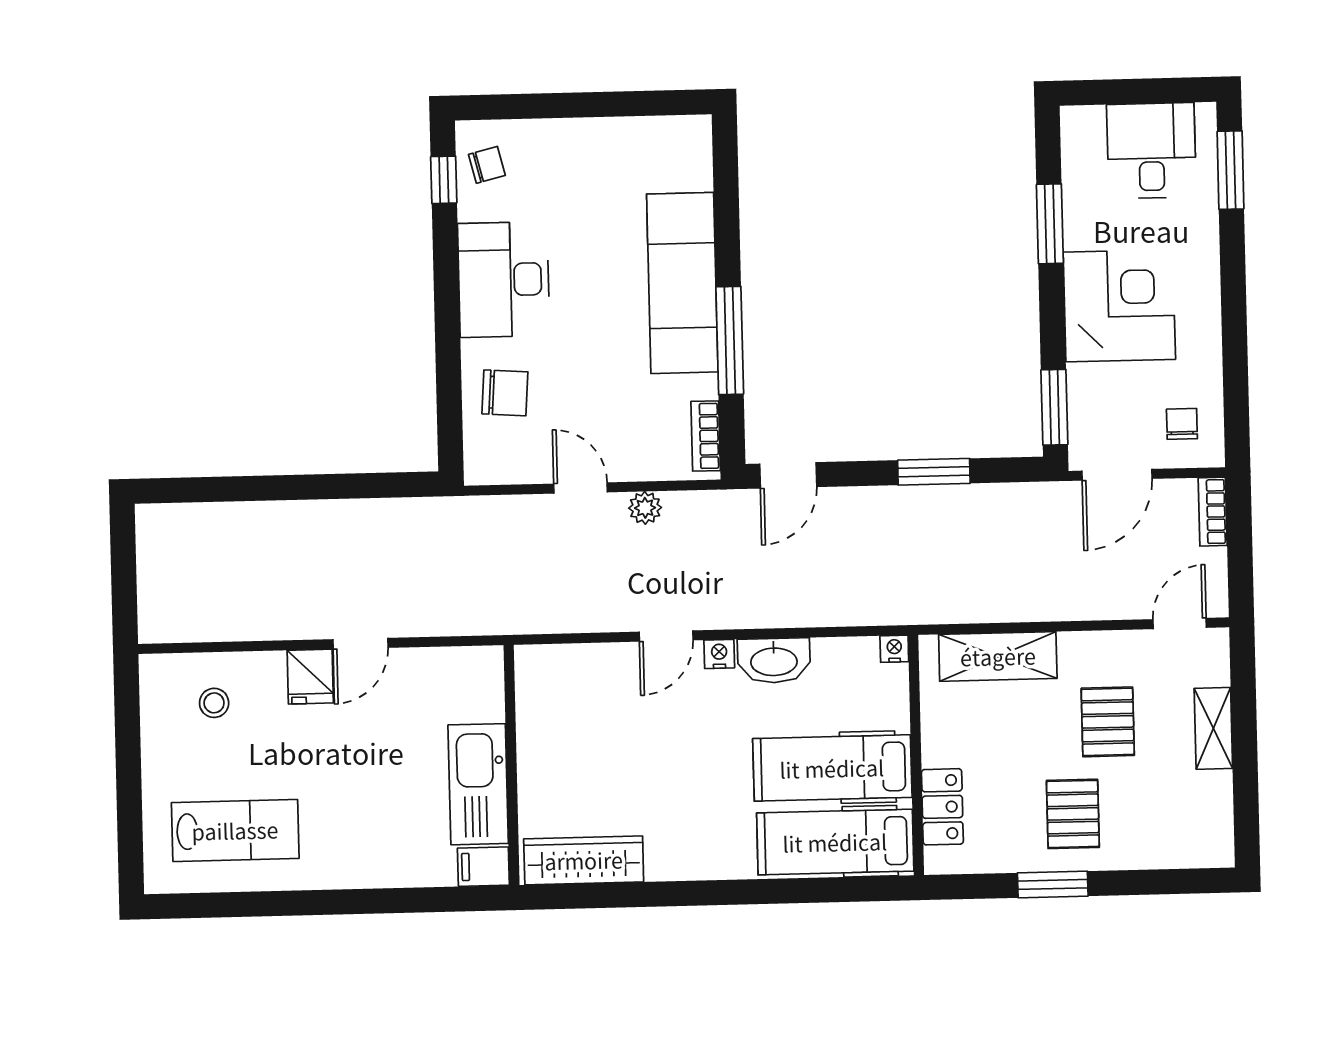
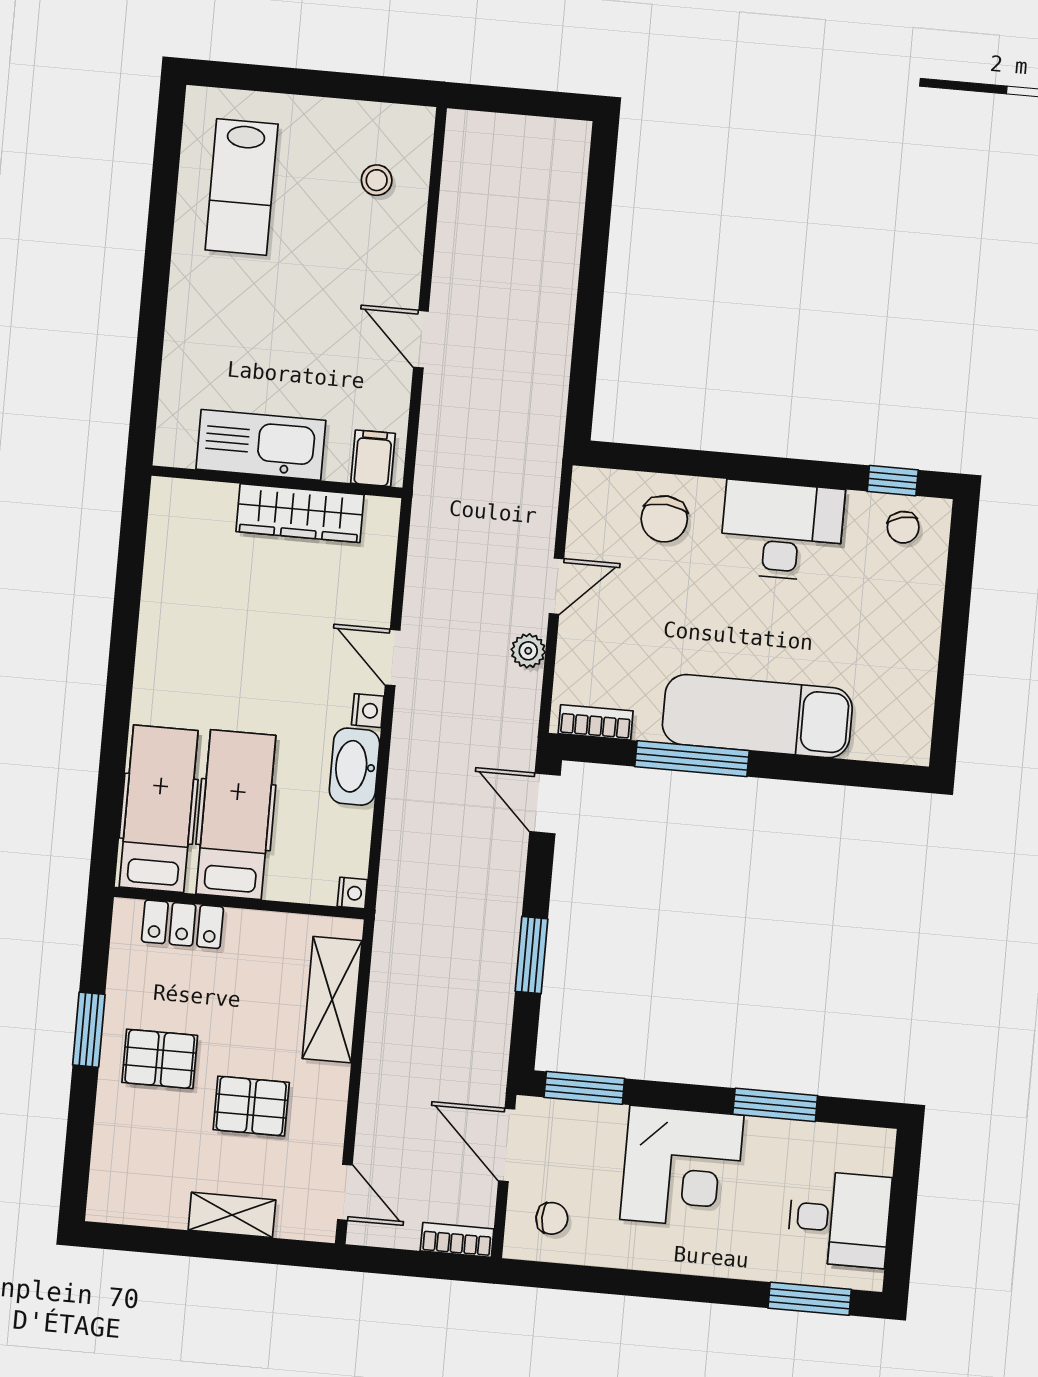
fridge: (310, 677) -> (393, 283), removed
wardrobe: (584, 860) -> (300, 513), moved, turned 90
filing cabinet: (483, 867) -> (373, 458), moved

